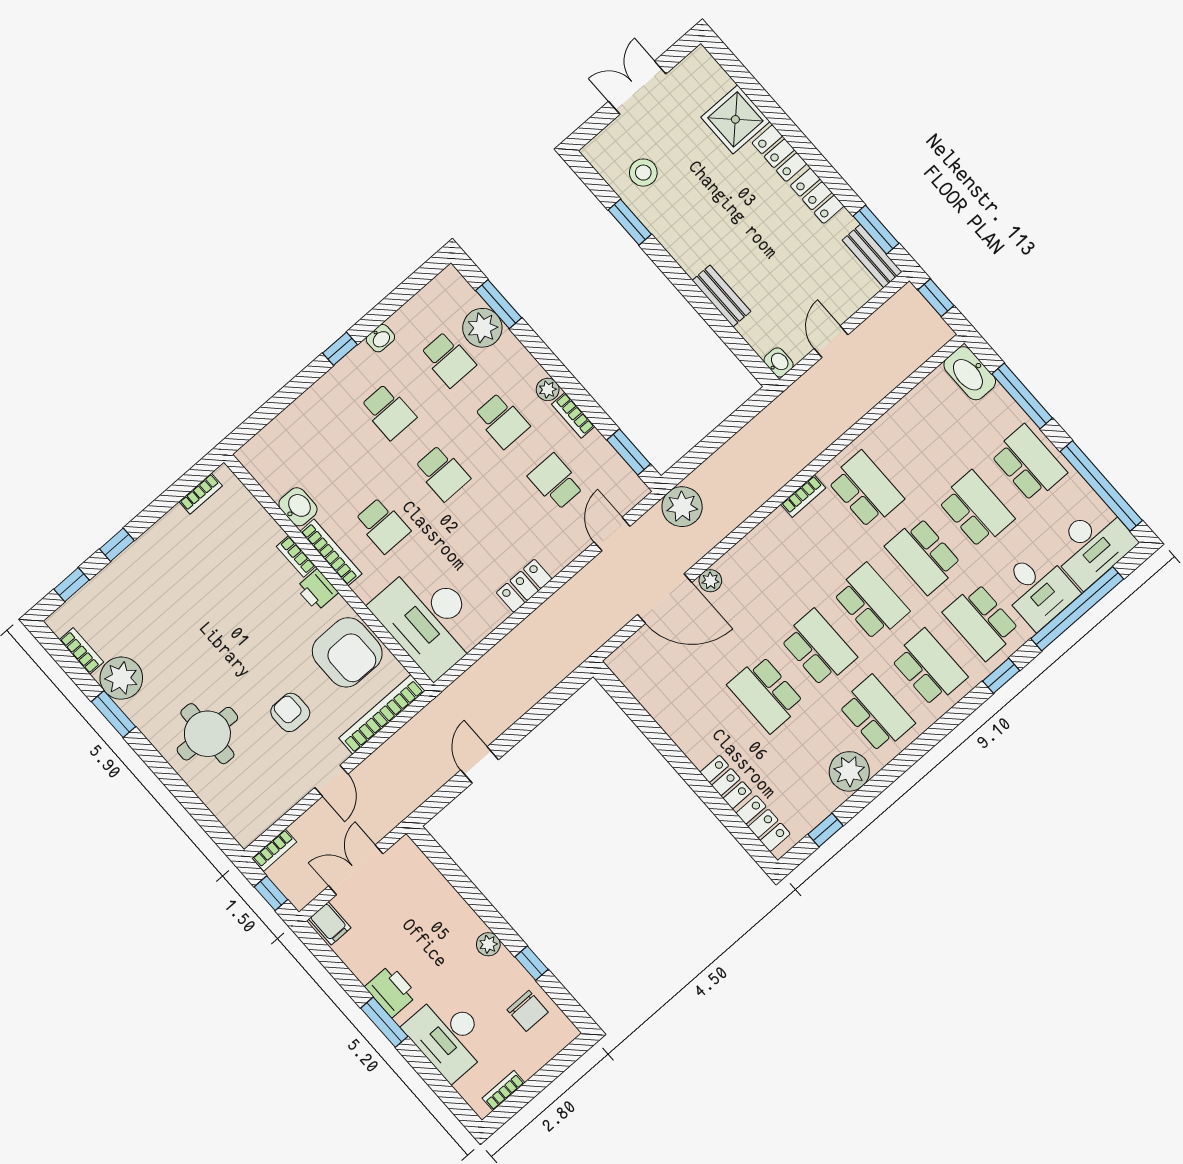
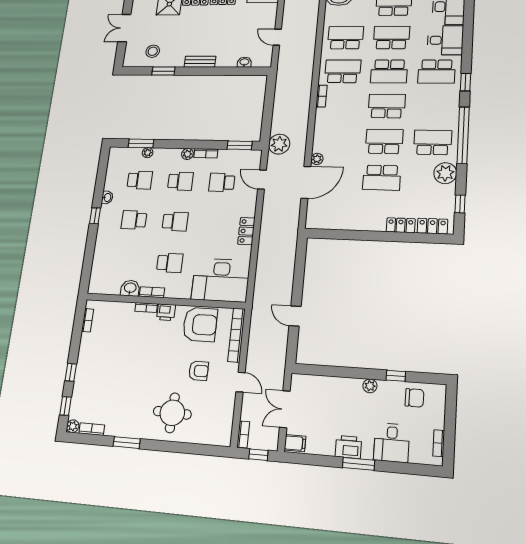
bench: (721, 296) -> (200, 62), moved
plant: (482, 328) -> (148, 153), width x0.53, depth x0.53
washbasin: (779, 362) -> (244, 62), moved
school desk: (388, 412) -> (134, 220), turned 180
bookcase: (331, 553) -> (152, 292), width x0.64
window: (1077, 609) -> (463, 135), moved
school desk: (929, 668) -> (345, 38), moved
plant: (121, 678) -> (73, 426), moved, width x0.53, depth x0.53
armchair: (290, 712) -> (199, 371), turned 180
desk: (448, 1036) -> (392, 443), width x0.73

